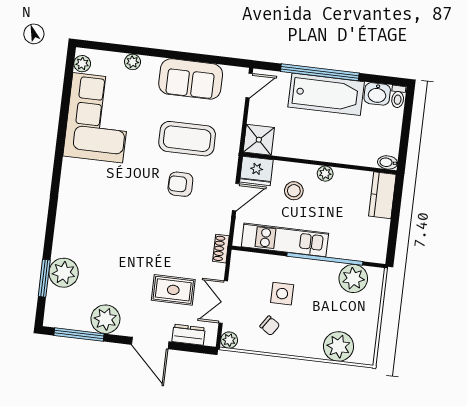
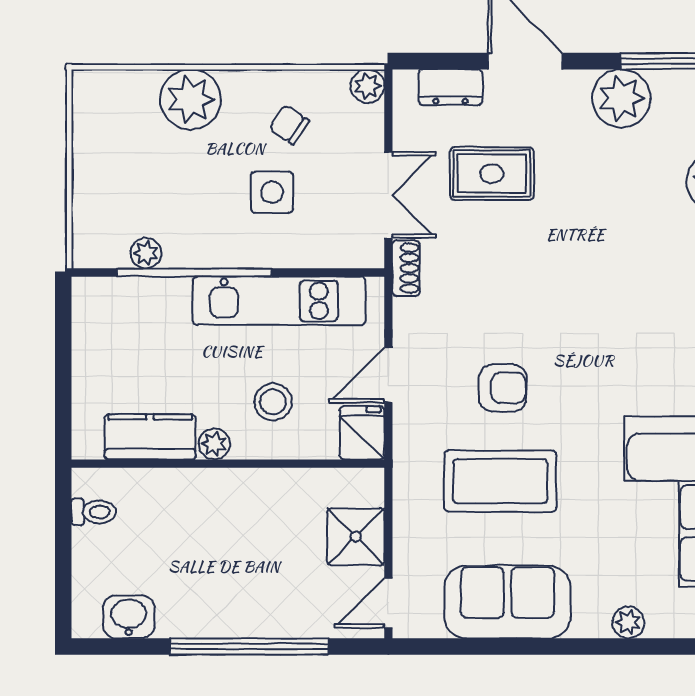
bathtub: (326, 94) -> (231, 604), removed
toilet: (398, 97) -> (93, 512), moved, turned 90
shower: (259, 140) -> (356, 537), moved
bidet: (388, 162) -> (91, 481), removed
fridge: (256, 171) -> (362, 433), width x0.72
kitchen counter: (382, 195) -> (150, 437), moved, turned -90
plant: (353, 279) -> (146, 253), width x0.53, depth x0.53
double door: (223, 302) -> (388, 195), moved
plant: (339, 346) -> (190, 99), moved

